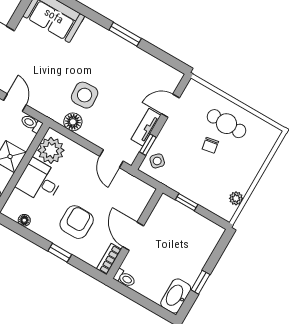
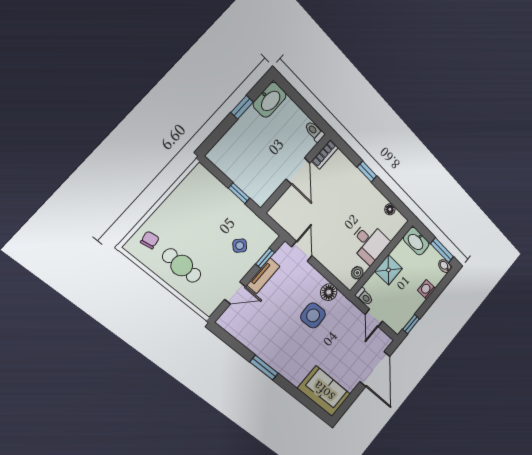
chair: (210, 145) -> (150, 240), moved
plant: (51, 150) -> (357, 273), width x0.53, depth x0.53
side table: (157, 161) -> (240, 246), moved
plant: (236, 198) -> (187, 186), removed
armchair: (77, 222) -> (346, 197), removed

